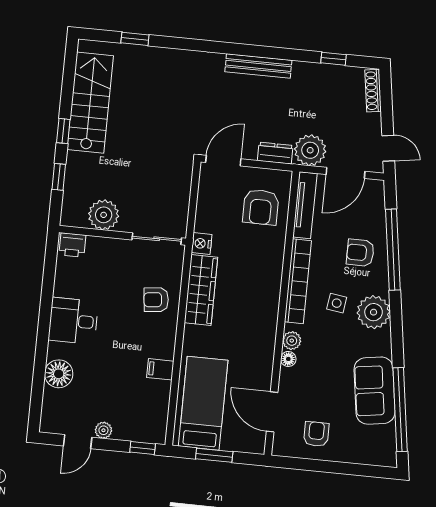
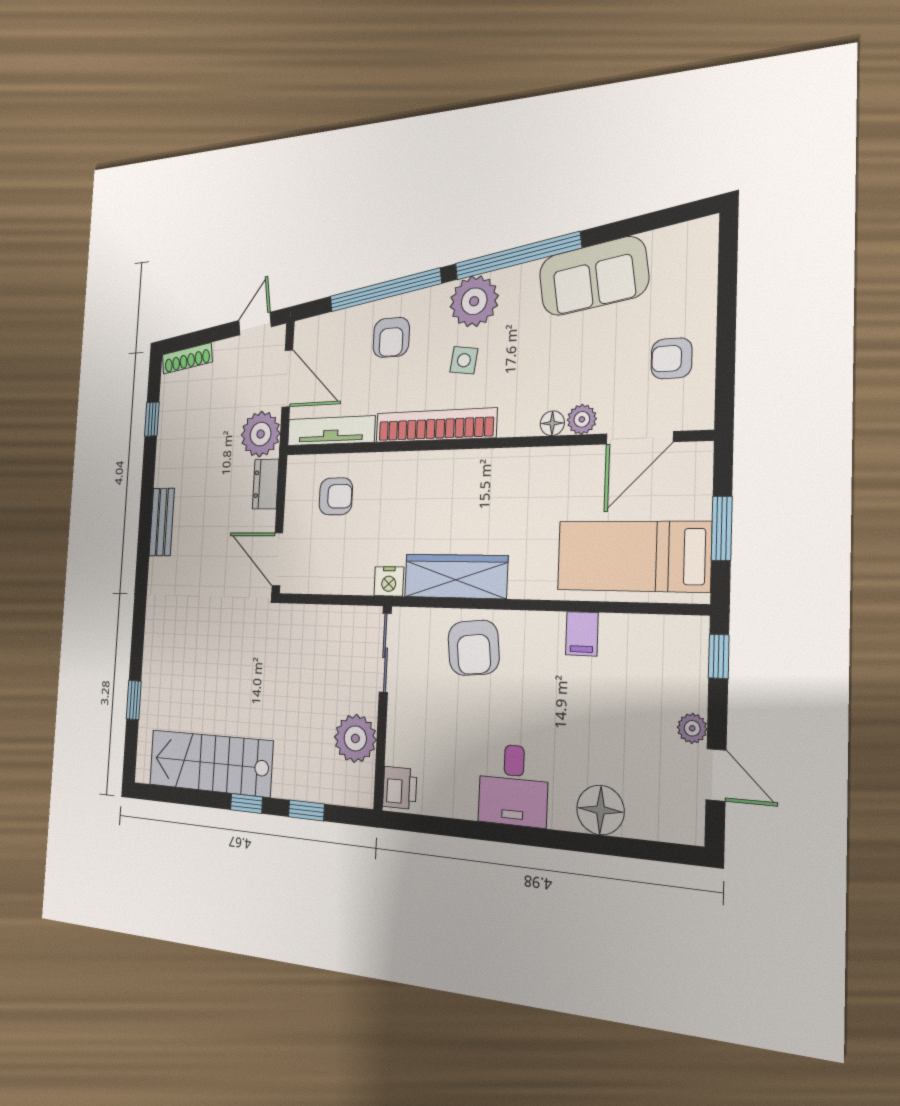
bench: (258, 66) -> (162, 522), width x0.73
armchair: (261, 207) -> (336, 496), width x0.72, depth x0.72
armchair: (156, 300) -> (474, 648), width x1.38, depth x1.38
plant: (292, 341) -> (582, 419), moved
window: (400, 410) -> (517, 256), moved

